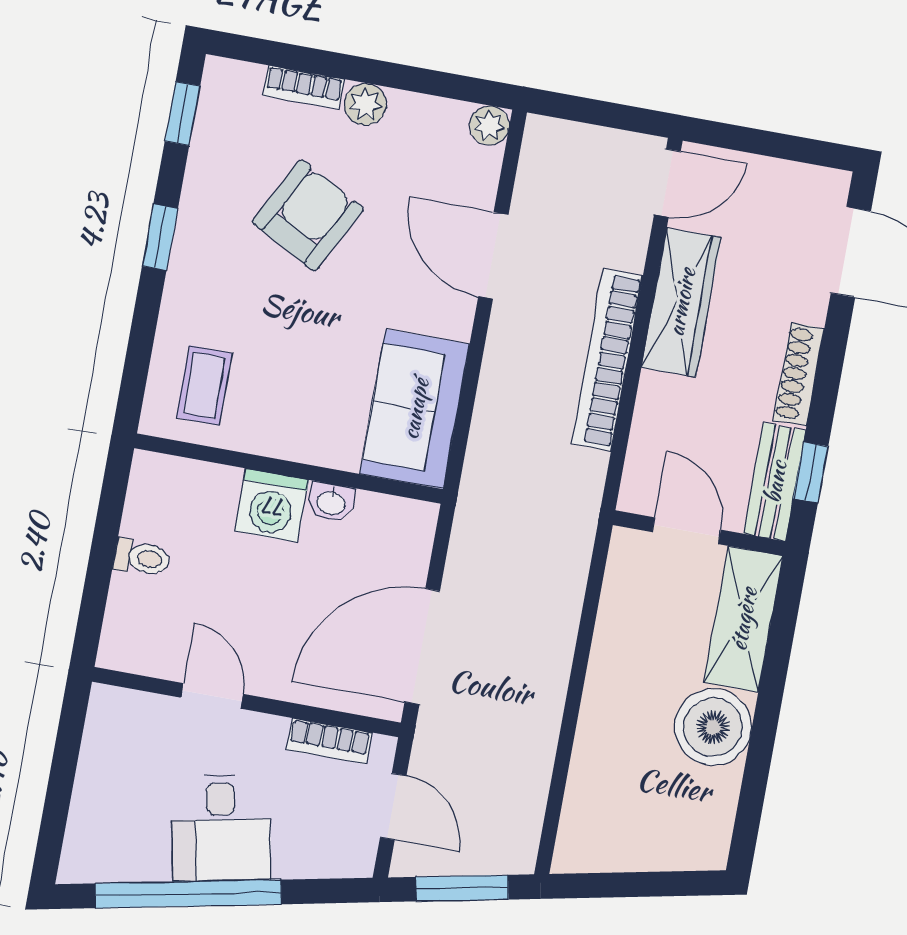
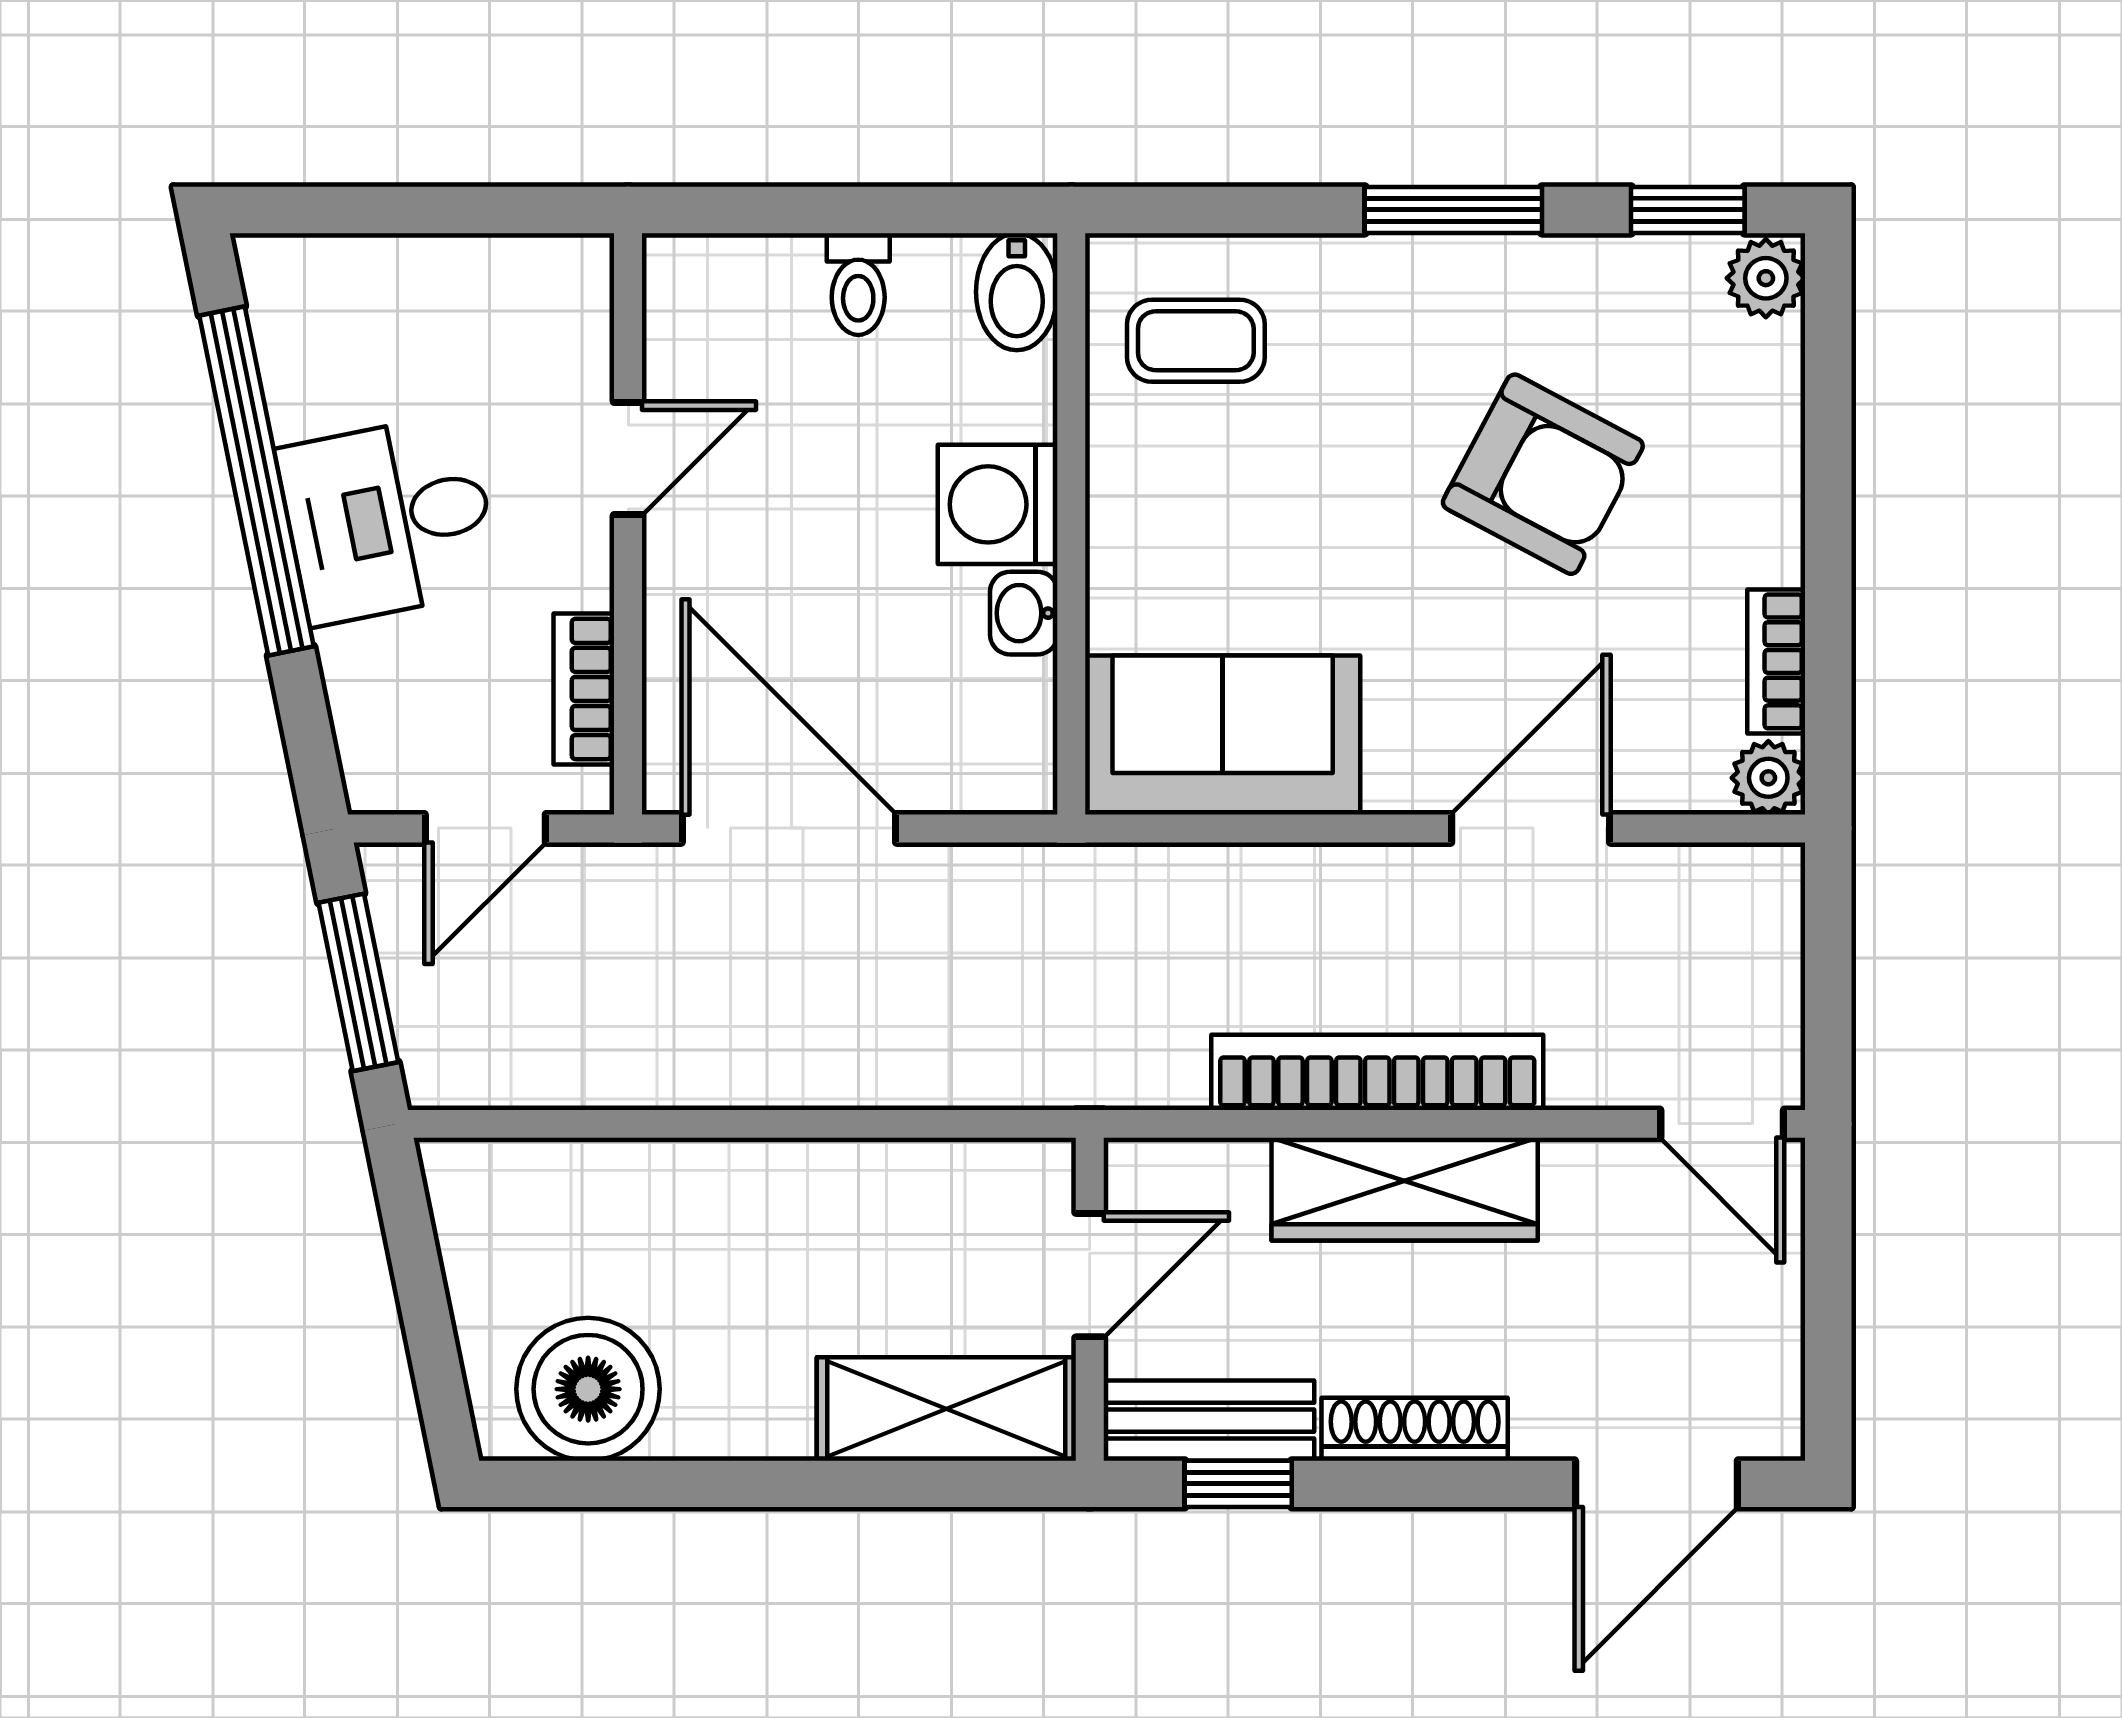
bookcase: (304, 87) -> (1776, 661), moved
plant: (365, 104) -> (1766, 278), moved
window: (160, 237) -> (1453, 210), width x1.50
wardrobe: (681, 302) -> (1405, 1189), moved
bidet: (161, 475) -> (1017, 292), added
boiler: (713, 727) -> (588, 1389), moved

